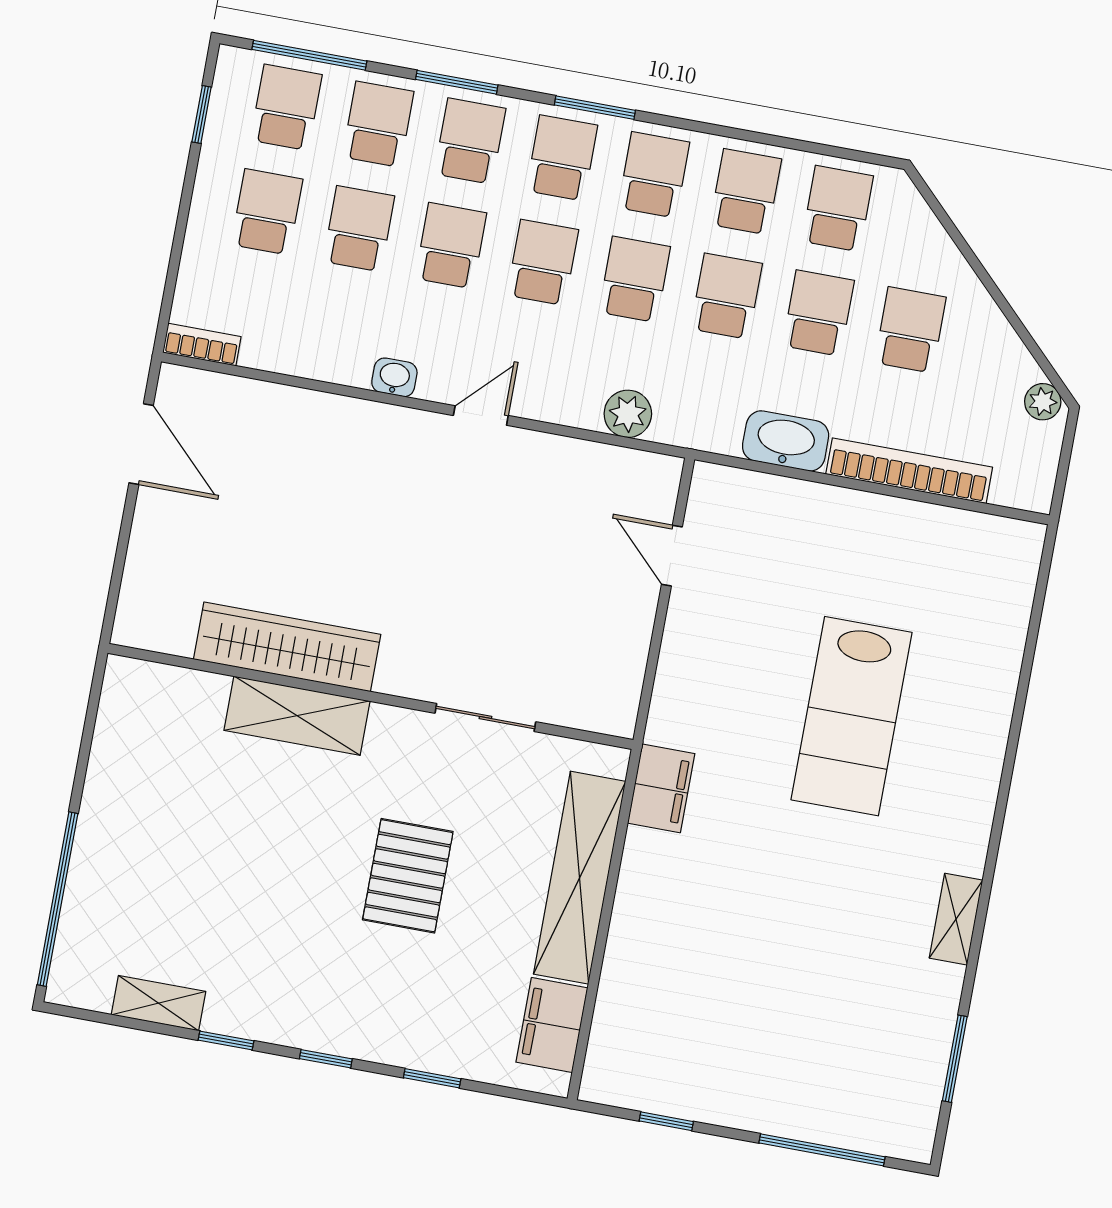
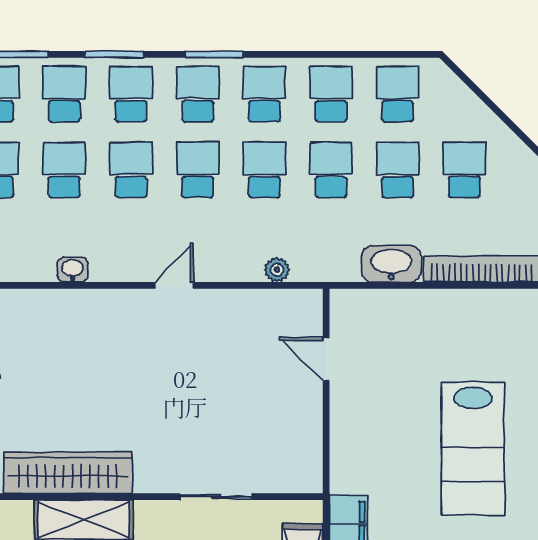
washbasin: (394, 377) -> (73, 270), moved
plant: (628, 414) -> (277, 270), width x0.73, depth x0.73

